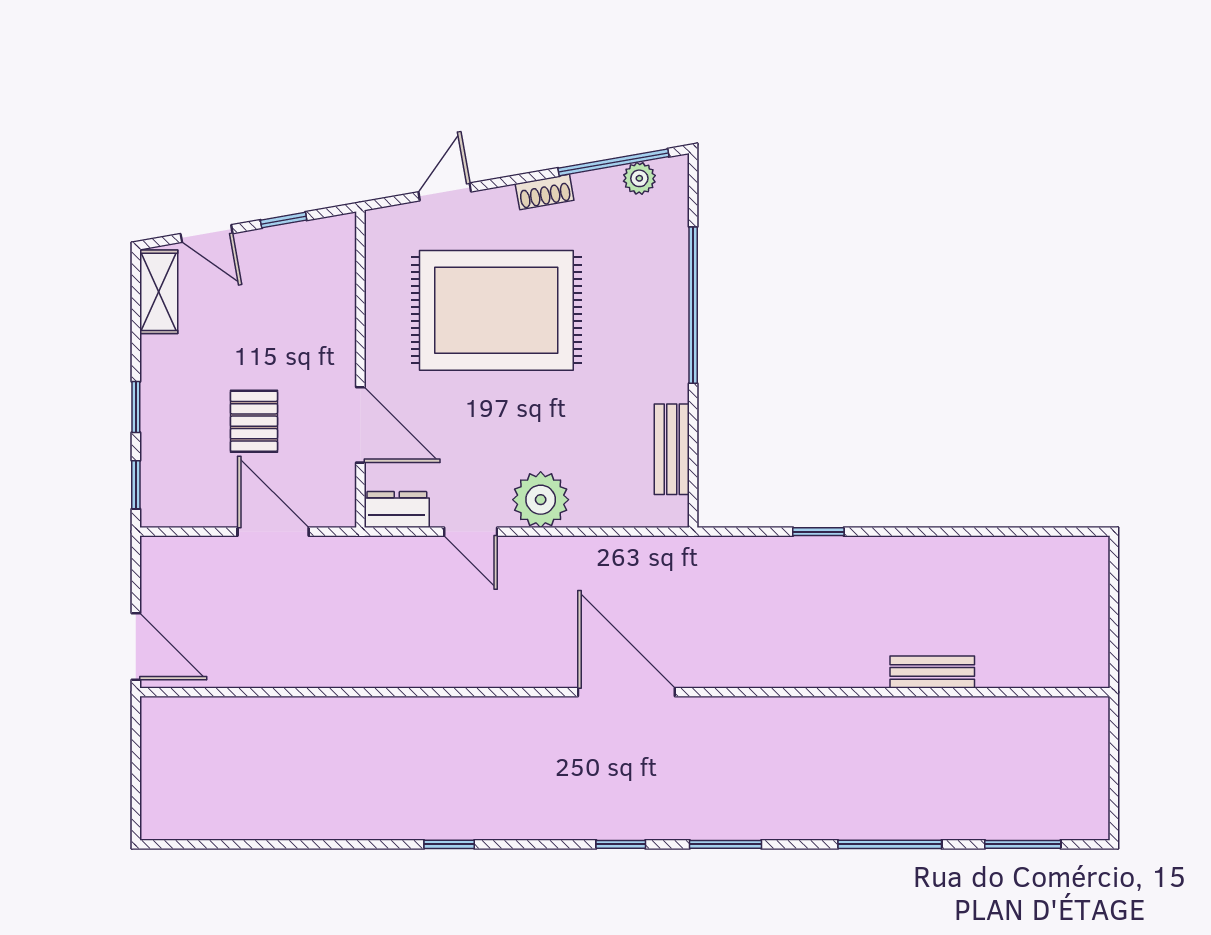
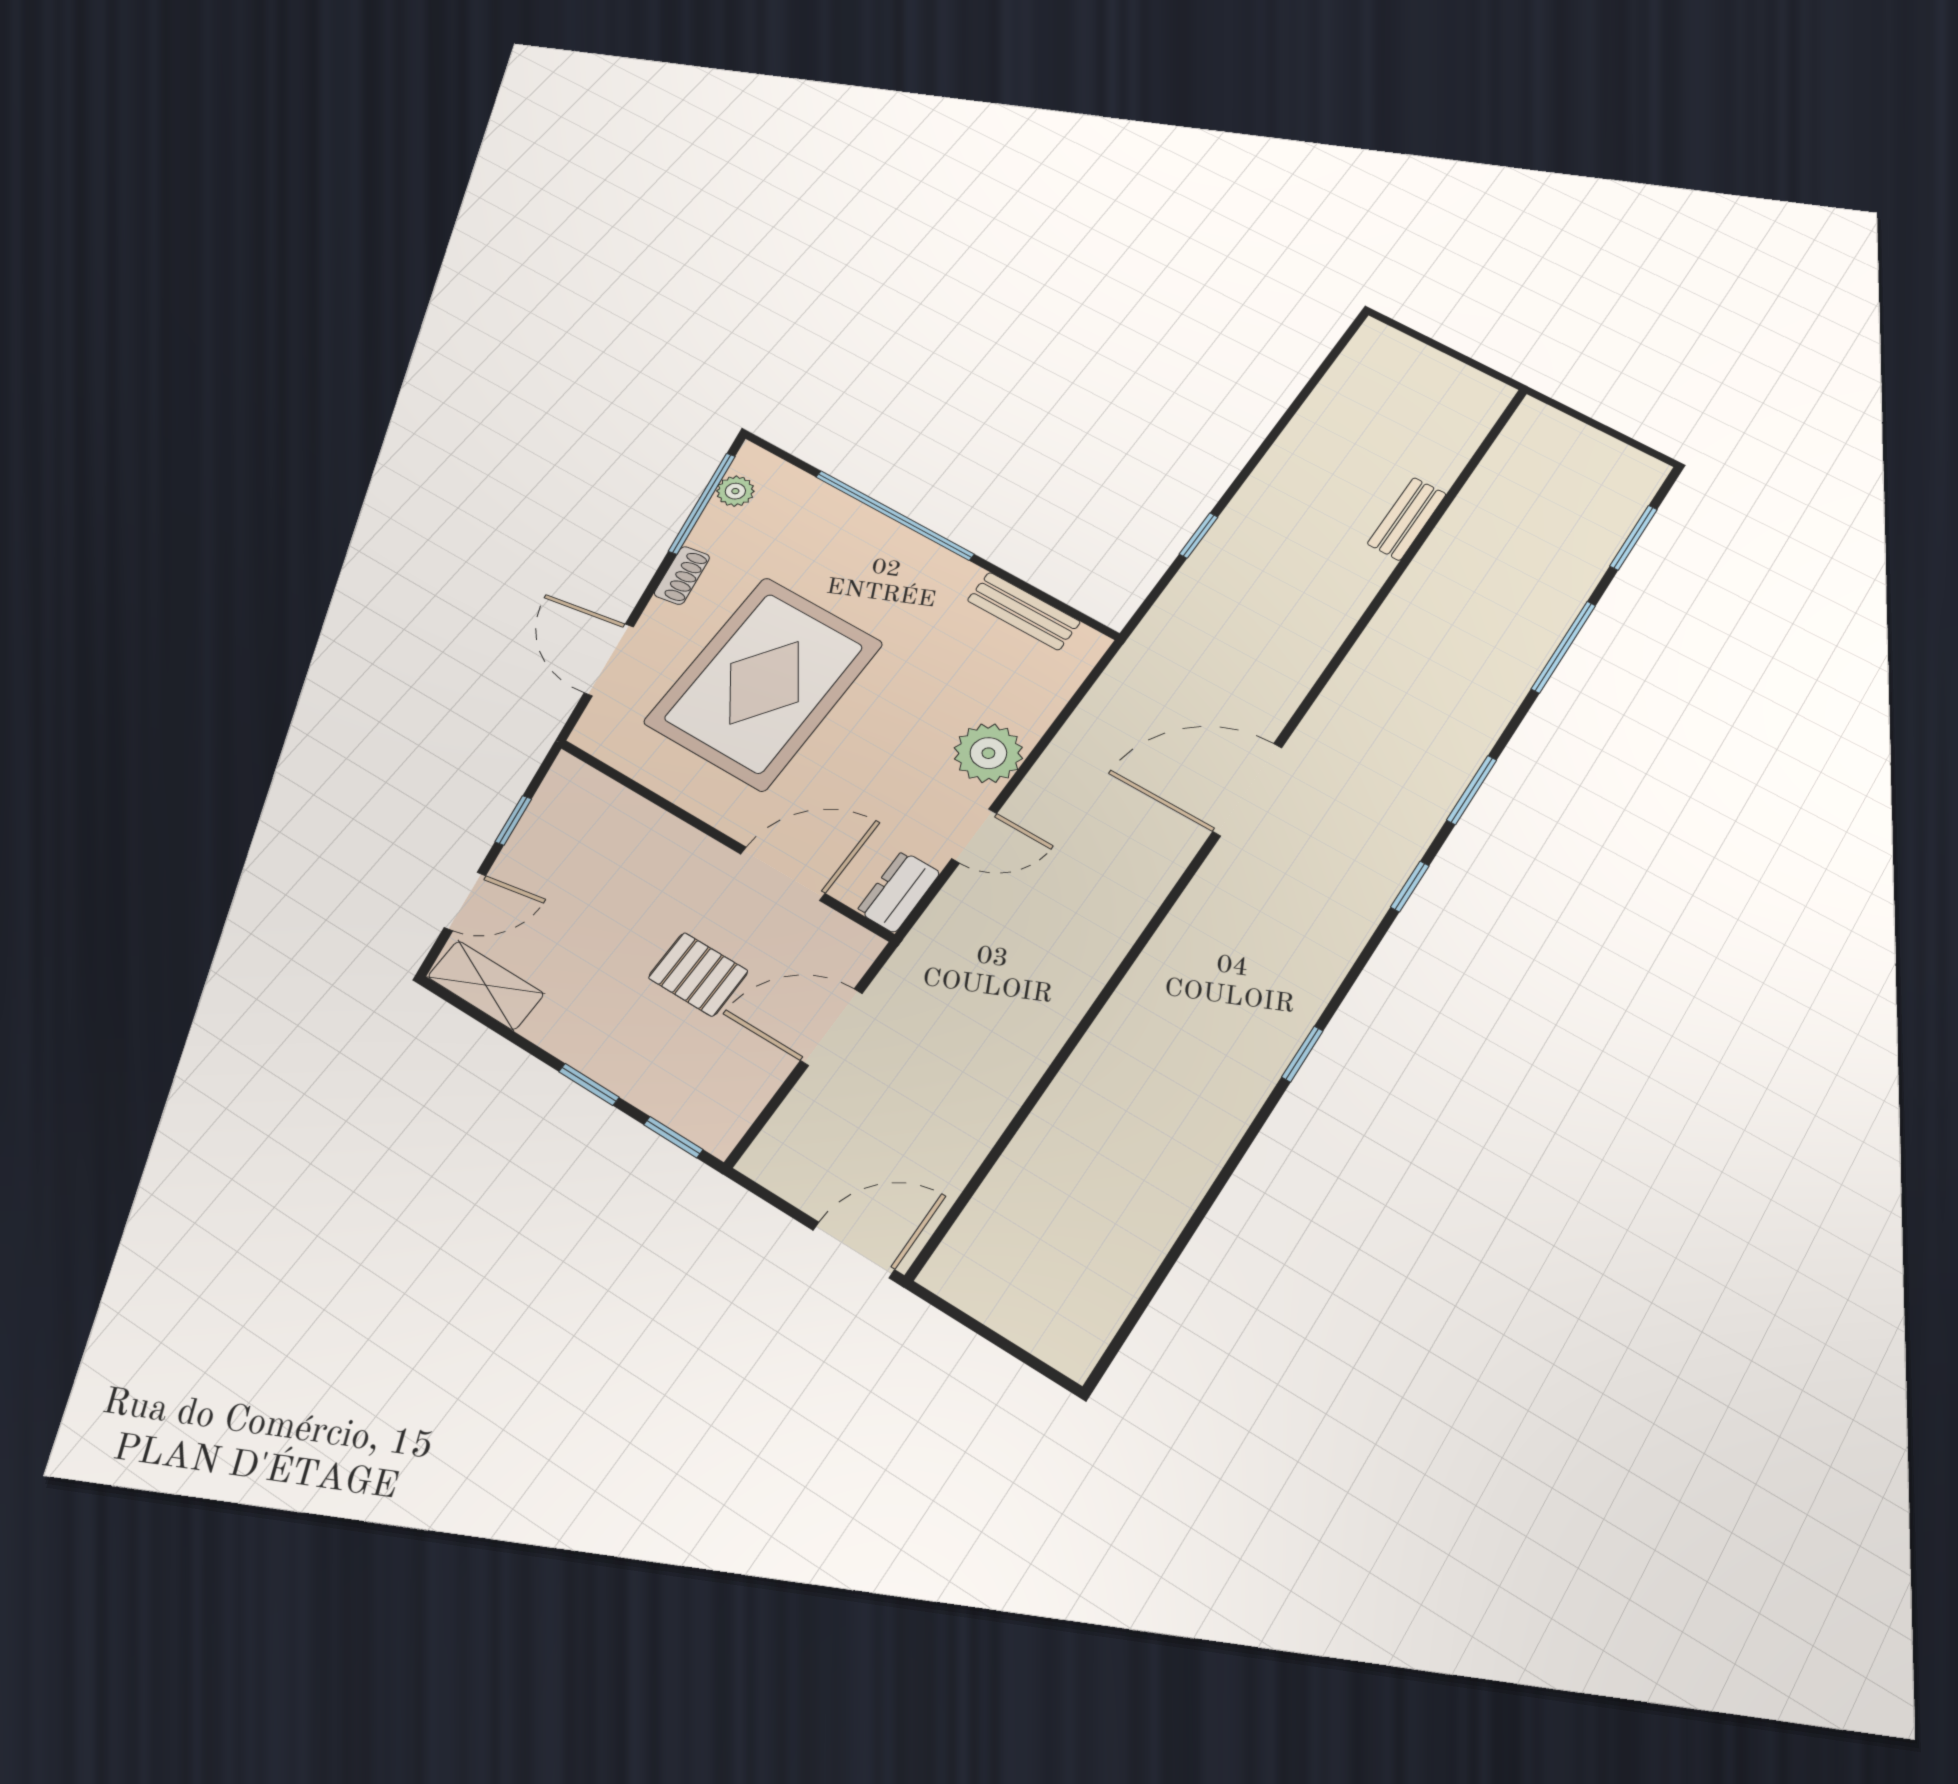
door: (445, 192) -> (609, 660), width x1.38

